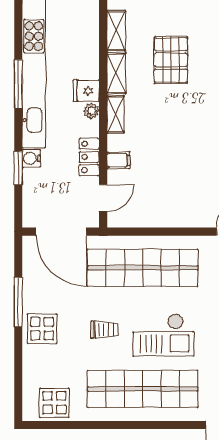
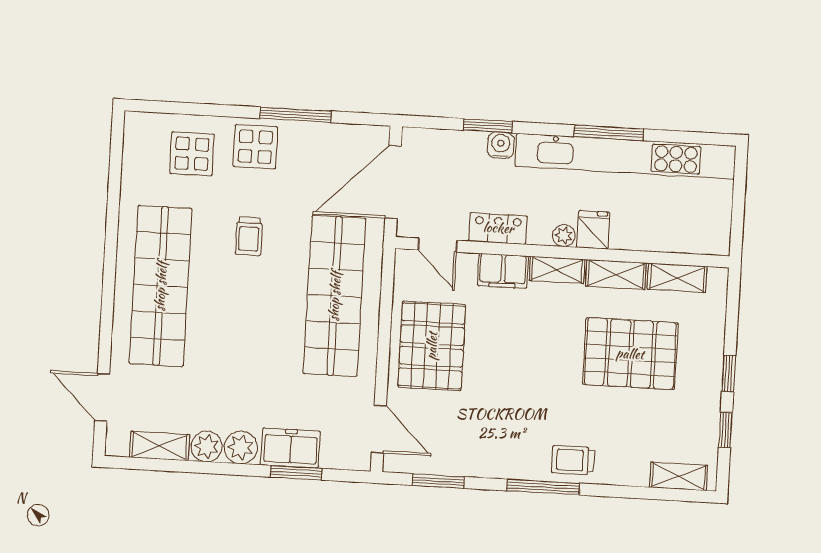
pallet: (171, 60) -> (630, 354), width x1.37, depth x1.41
filing cabinet: (118, 160) -> (503, 271), width x2.00
pallet: (173, 198) -> (432, 346), added
checkout: (163, 335) -> (236, 320), removed
display table: (54, 403) -> (192, 154), moved

